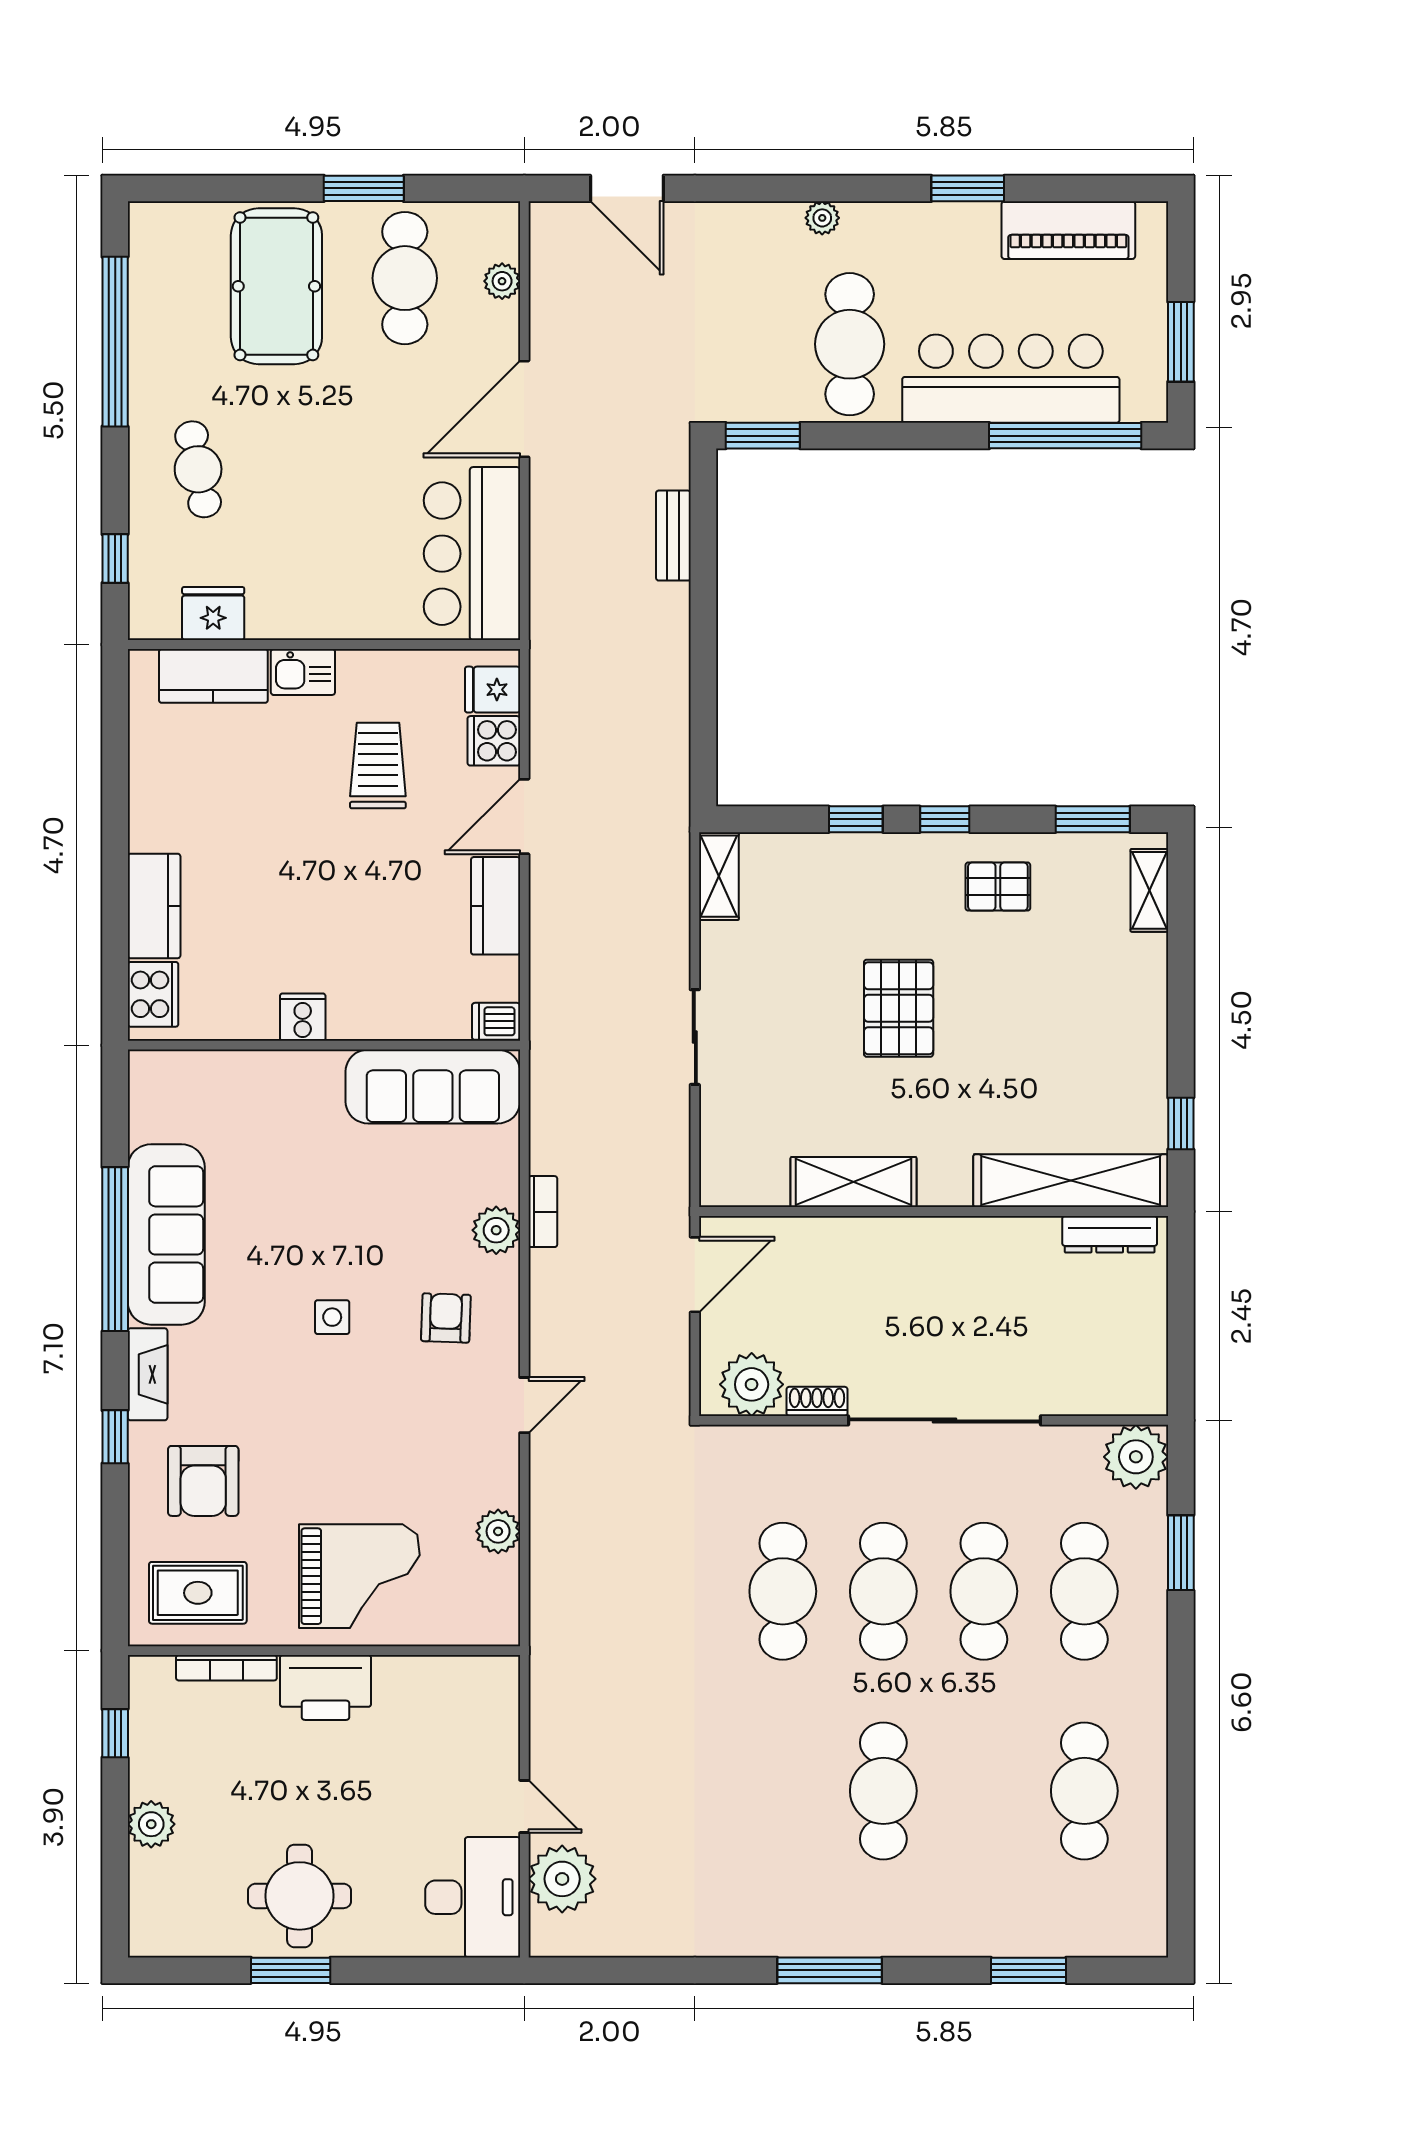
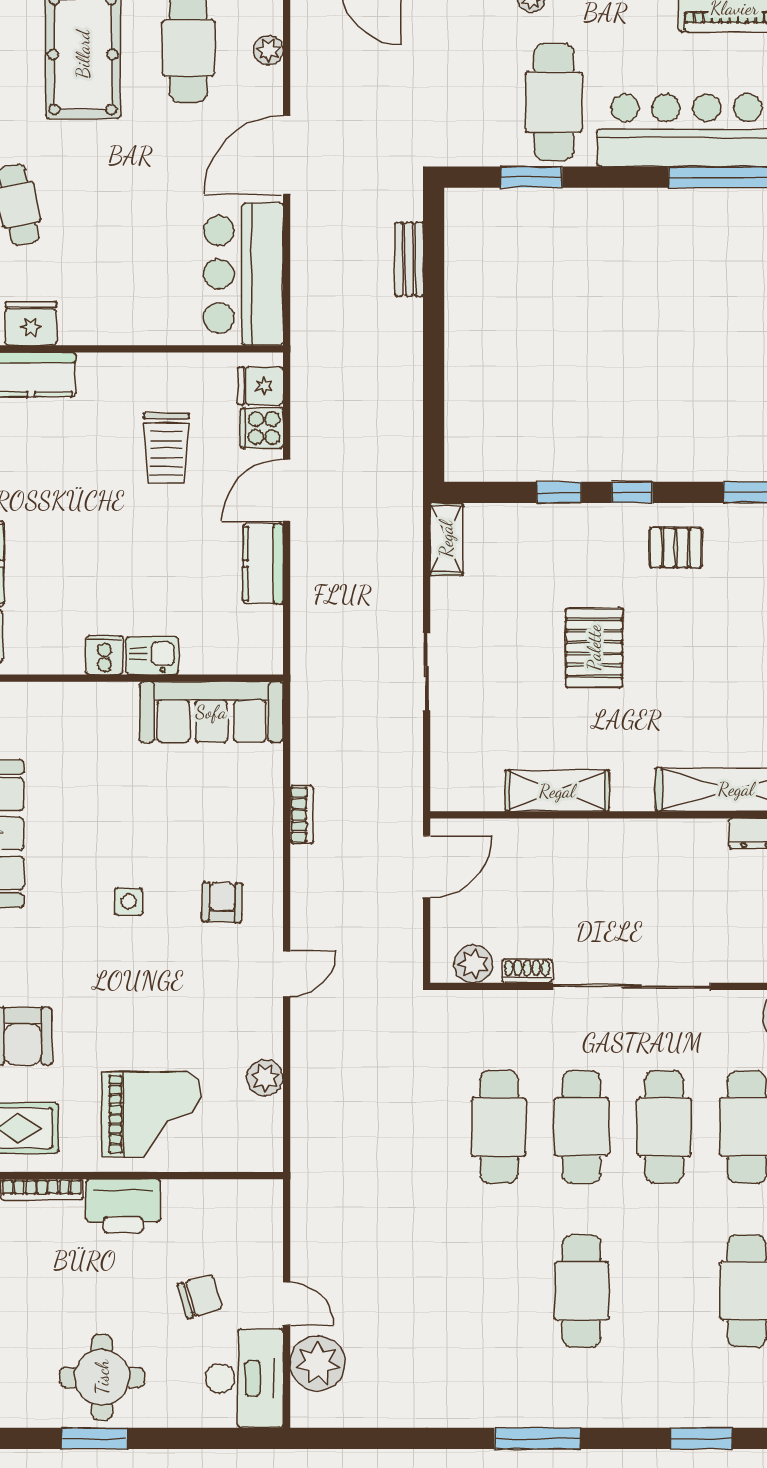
window: (763, 436) -> (532, 177), moved
kitchen sink: (303, 672) -> (152, 656), moved, turned 180
trolley: (378, 765) -> (166, 448), turned 180
dishwasher: (496, 1021) -> (263, 659), removed
plant: (496, 1230) -> (263, 830), removed
plant: (752, 1384) -> (473, 964), width x0.73, depth x0.73
chair: (418, 1798) -> (200, 1296), added

